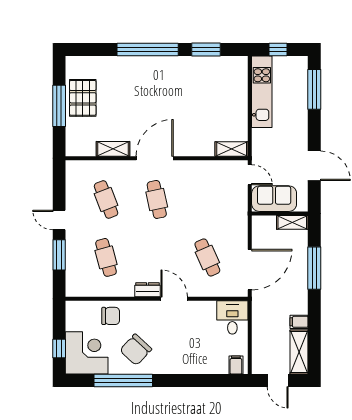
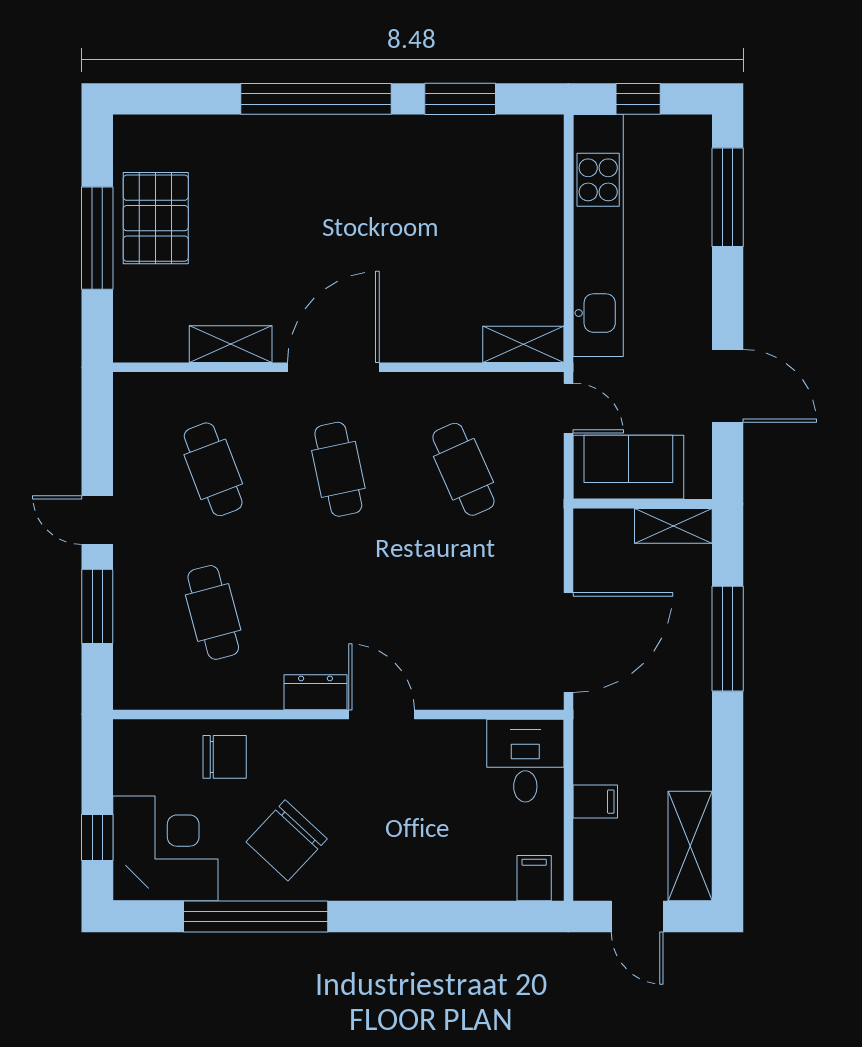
kitchen unit: (262, 92) -> (598, 236), width x1.36
cafe table: (207, 257) -> (463, 469), moved
filing cabinet: (299, 322) -> (595, 802), moved, turned 180

